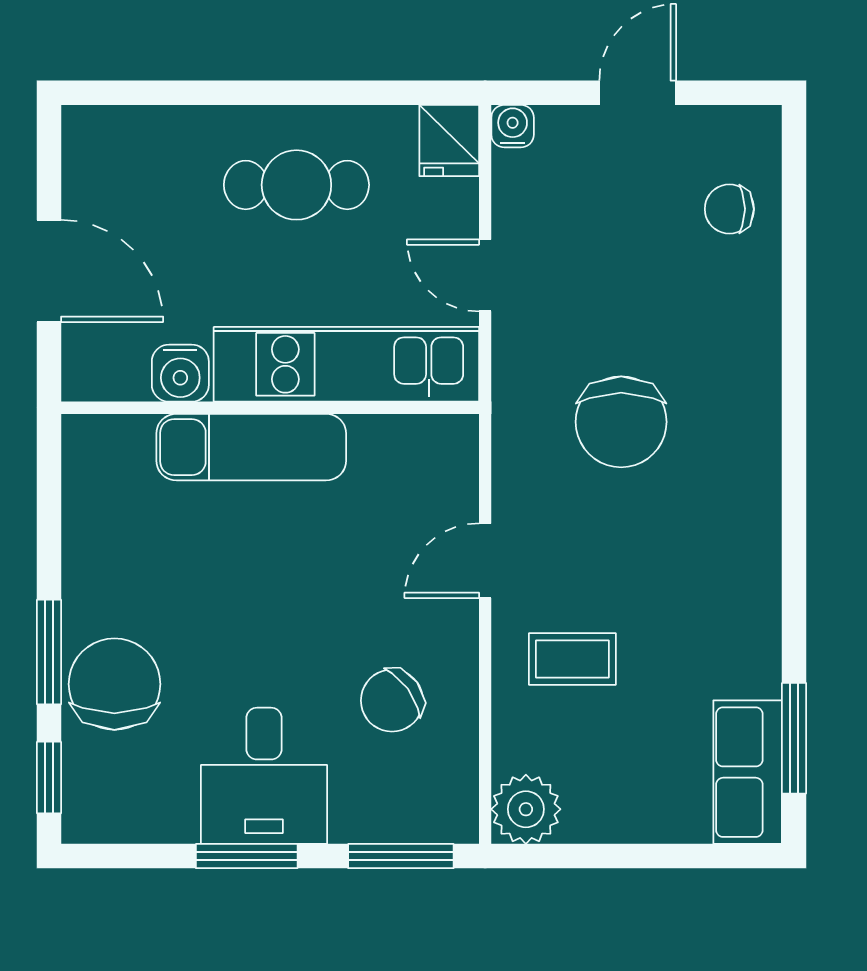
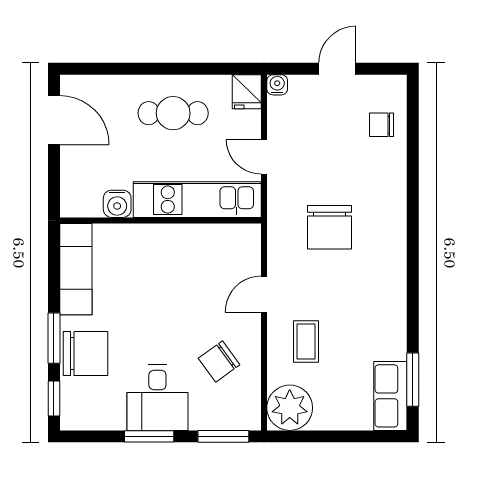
door: (49, 271) -> (54, 120), moved
exam couch: (251, 447) -> (76, 269), moved, turned -90
coffee table: (572, 659) -> (306, 341), turned 90
chair: (114, 684) -> (85, 354), turned 90
plant: (526, 809) -> (290, 408), width x1.36, depth x1.36

